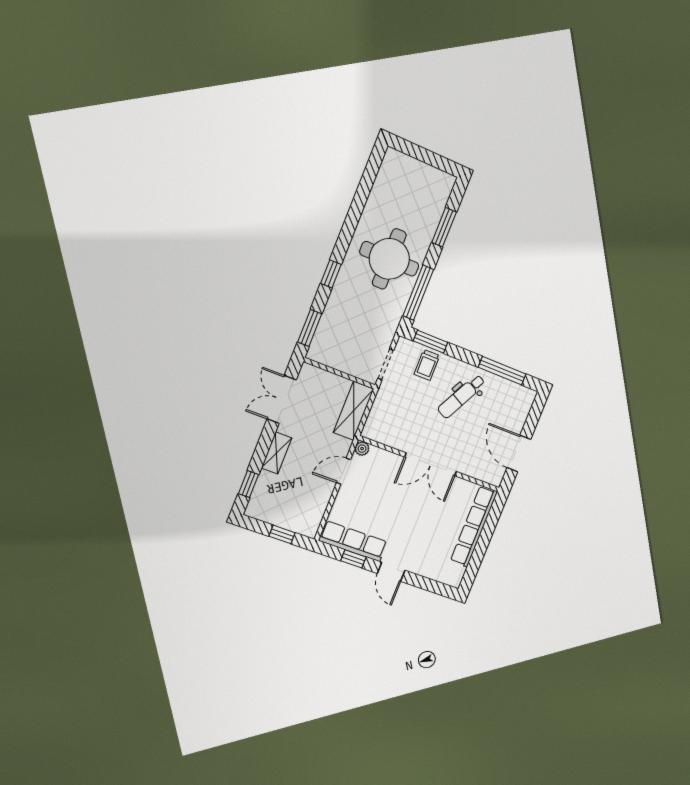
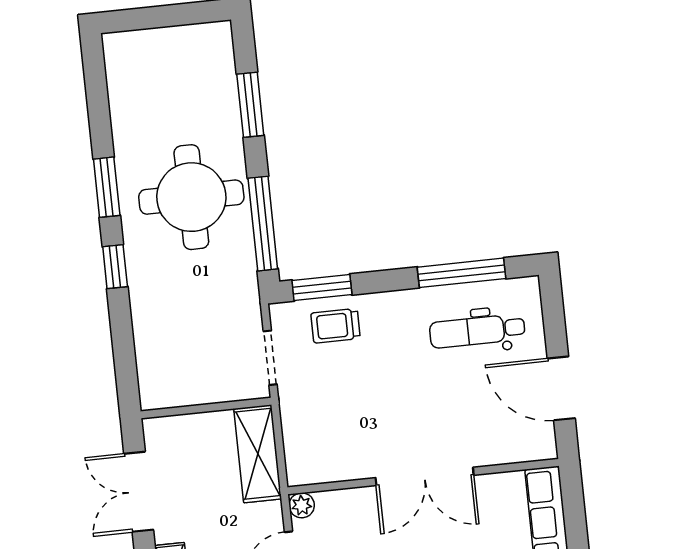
window: (310, 328) -> (107, 187), moved
trolley: (427, 365) -> (335, 326), turned 90
dental chair: (461, 396) -> (477, 331), moved, turned 62

